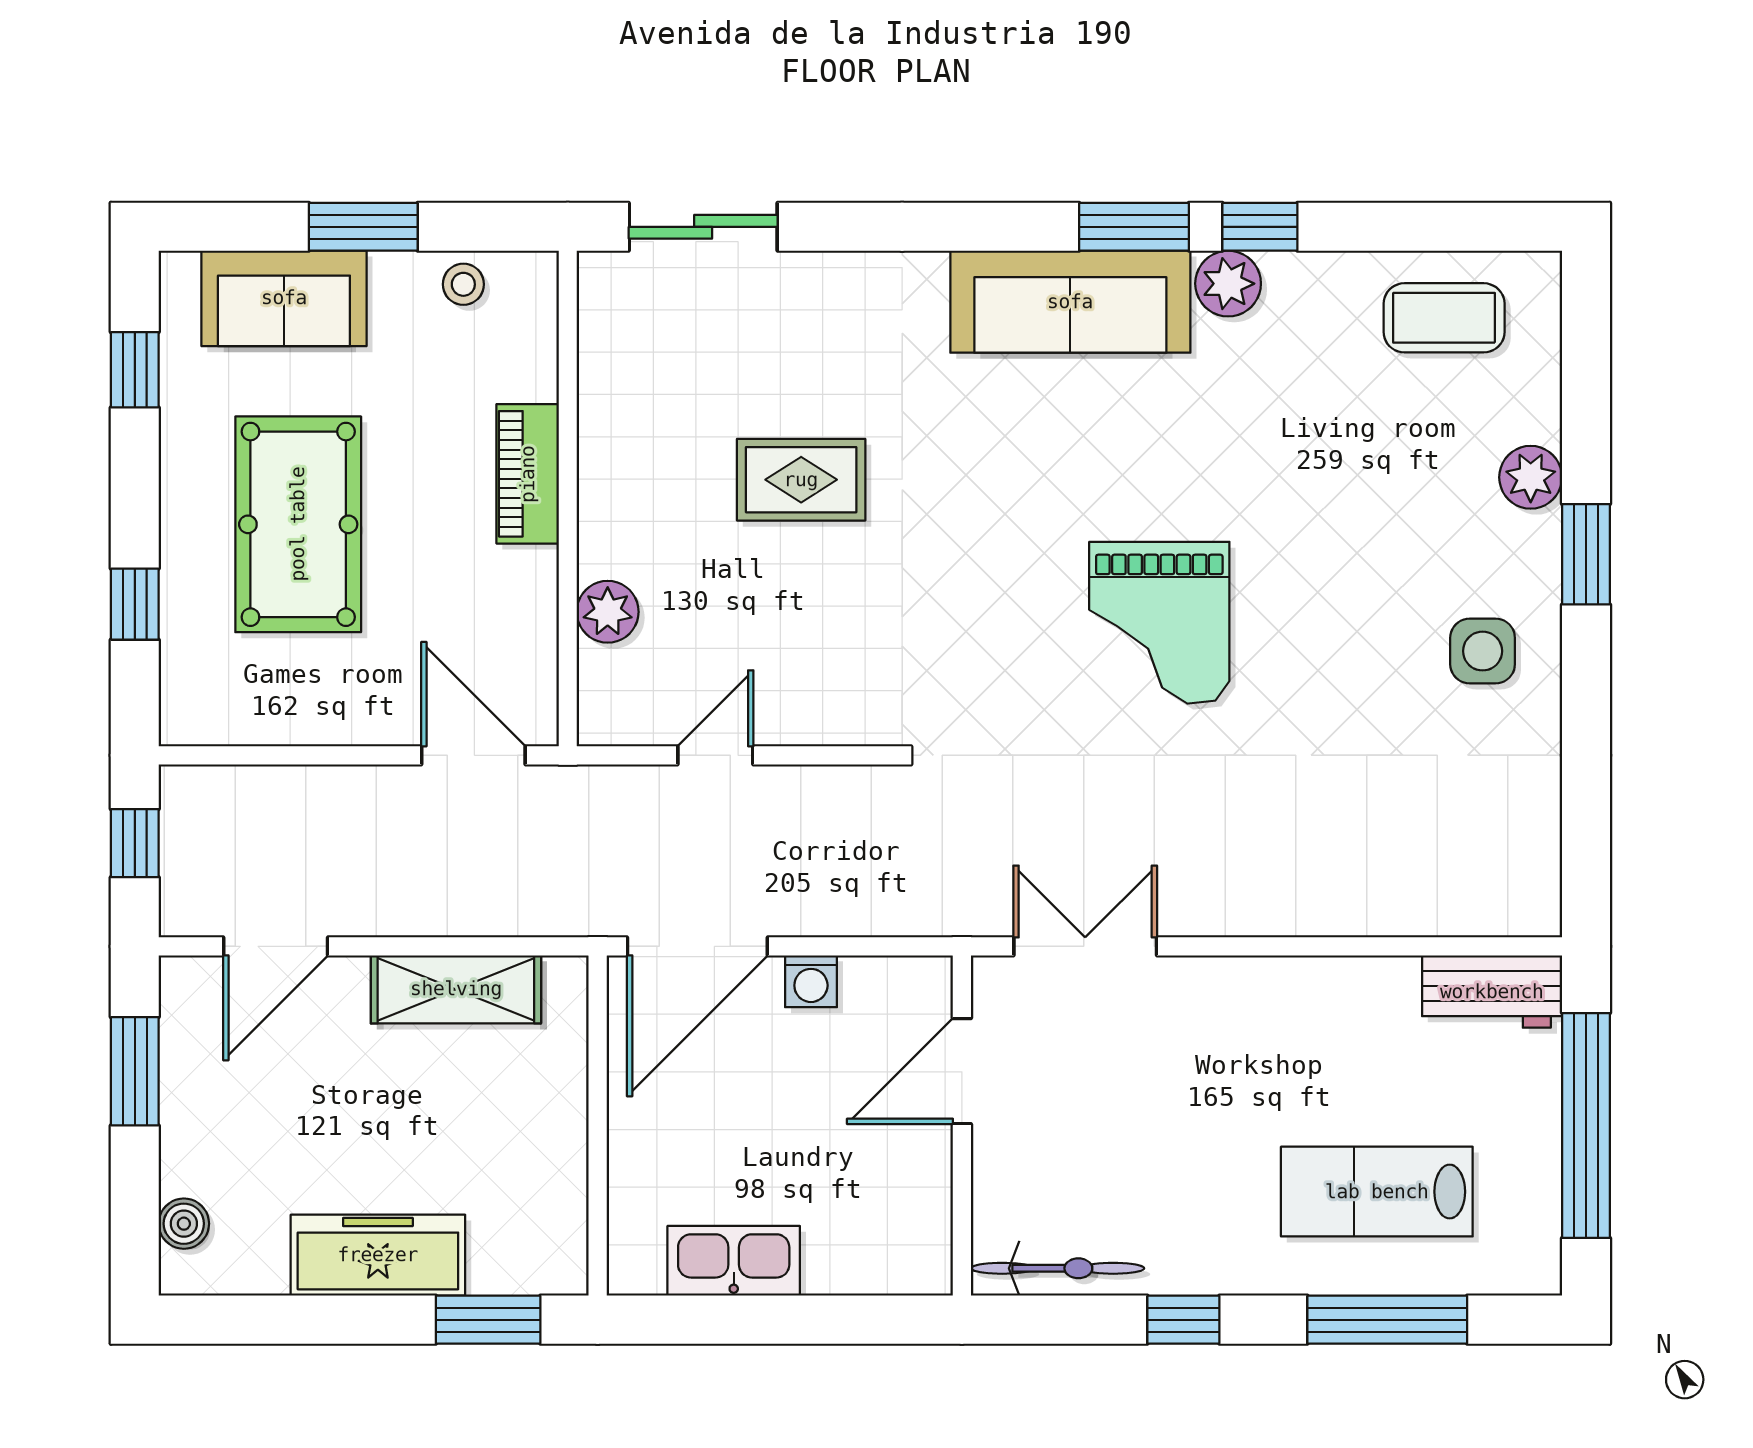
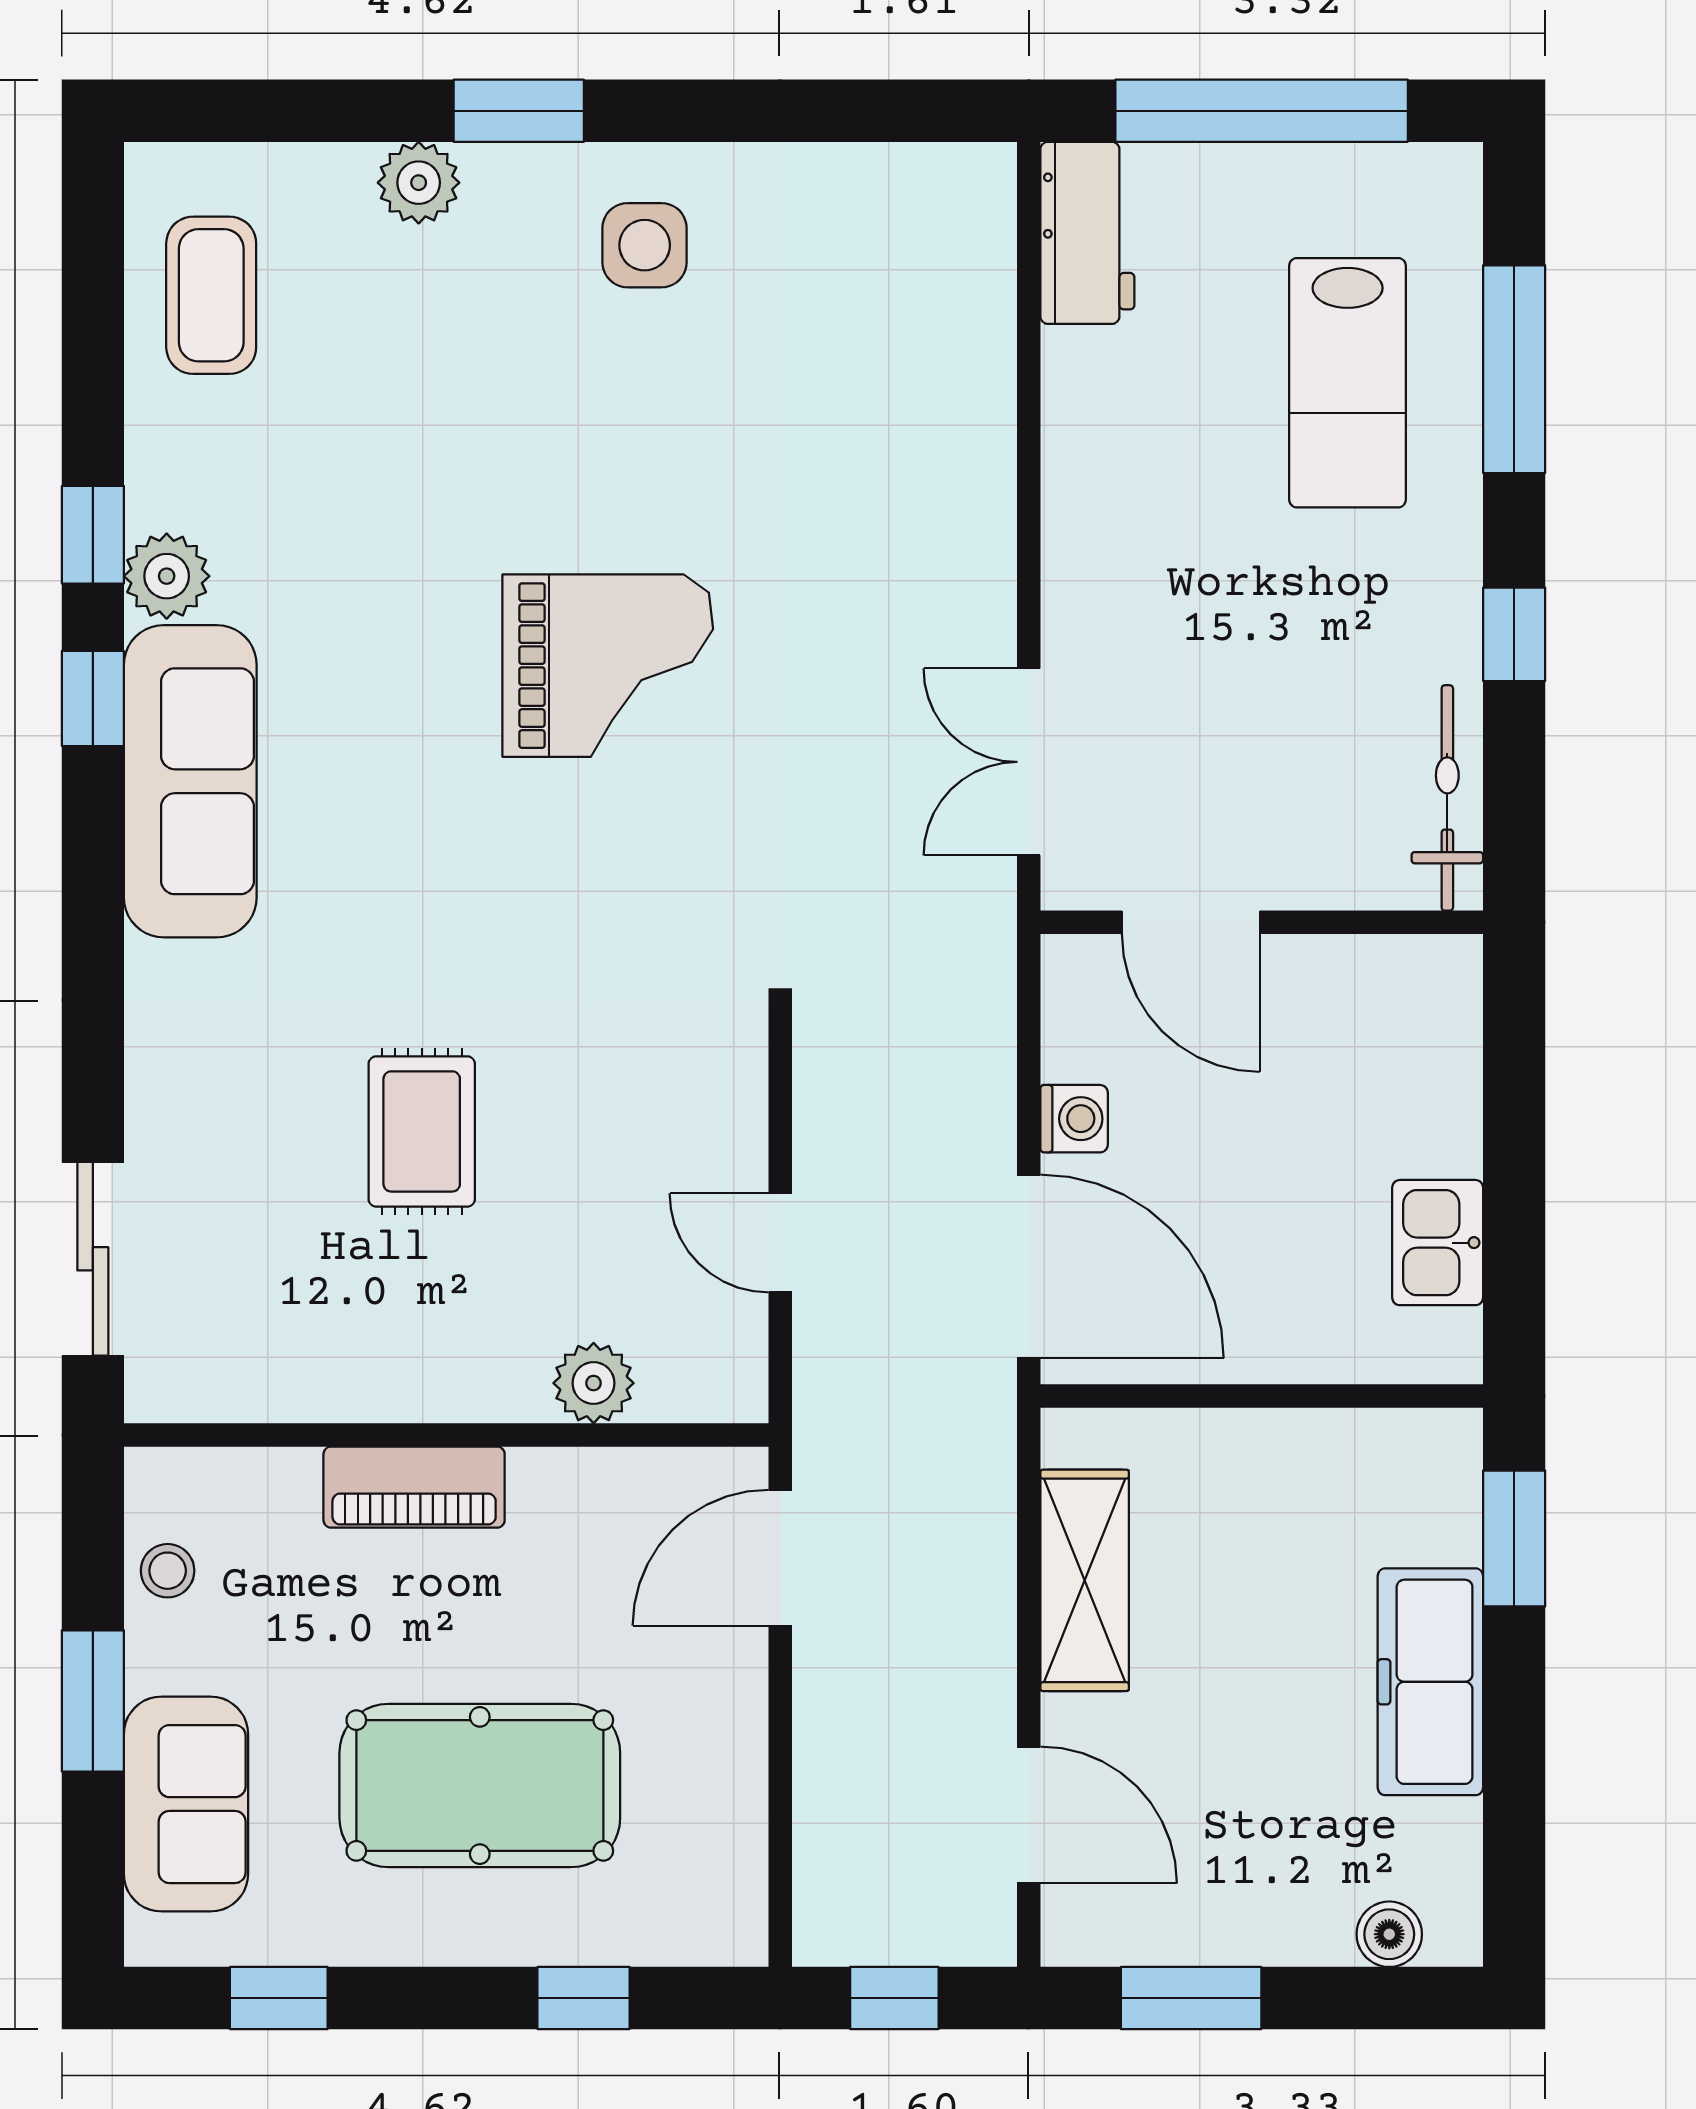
window: (1134, 227) -> (93, 698), width x0.67
kitchen sink: (734, 1261) -> (1438, 1243), width x0.73

